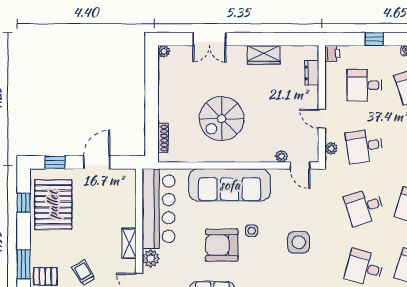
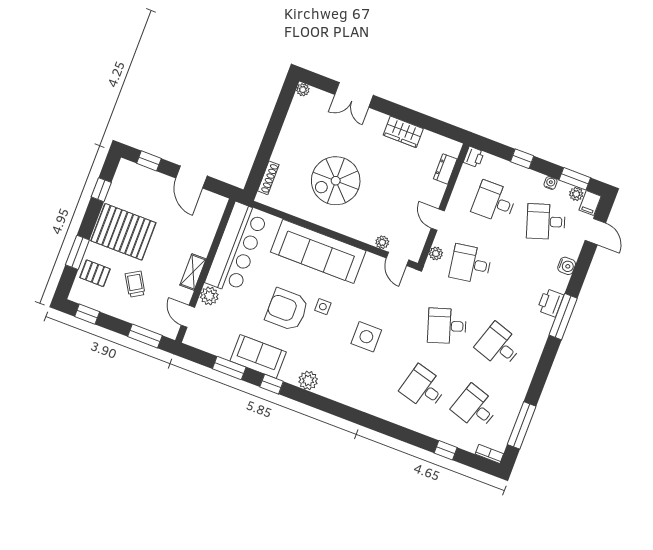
door: (97, 162) -> (191, 177), swing flipped
pallet: (53, 205) -> (123, 232), moved, turned 90

